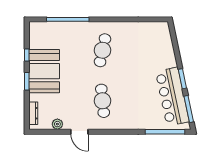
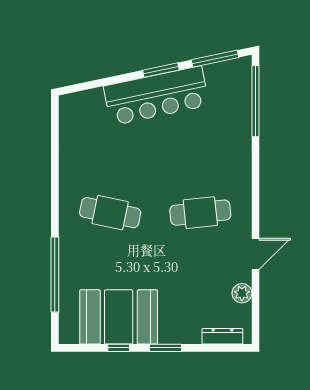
booth: (44, 71) -> (119, 317), moved
bar counter: (172, 97) -> (156, 96), moved

